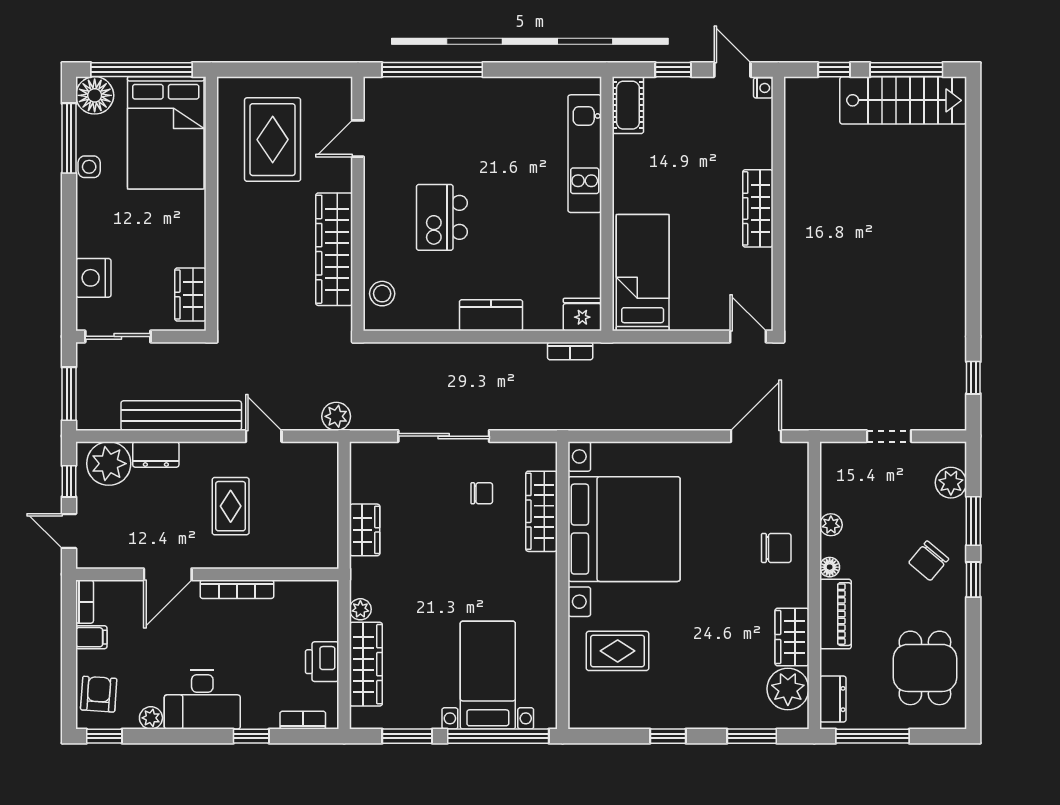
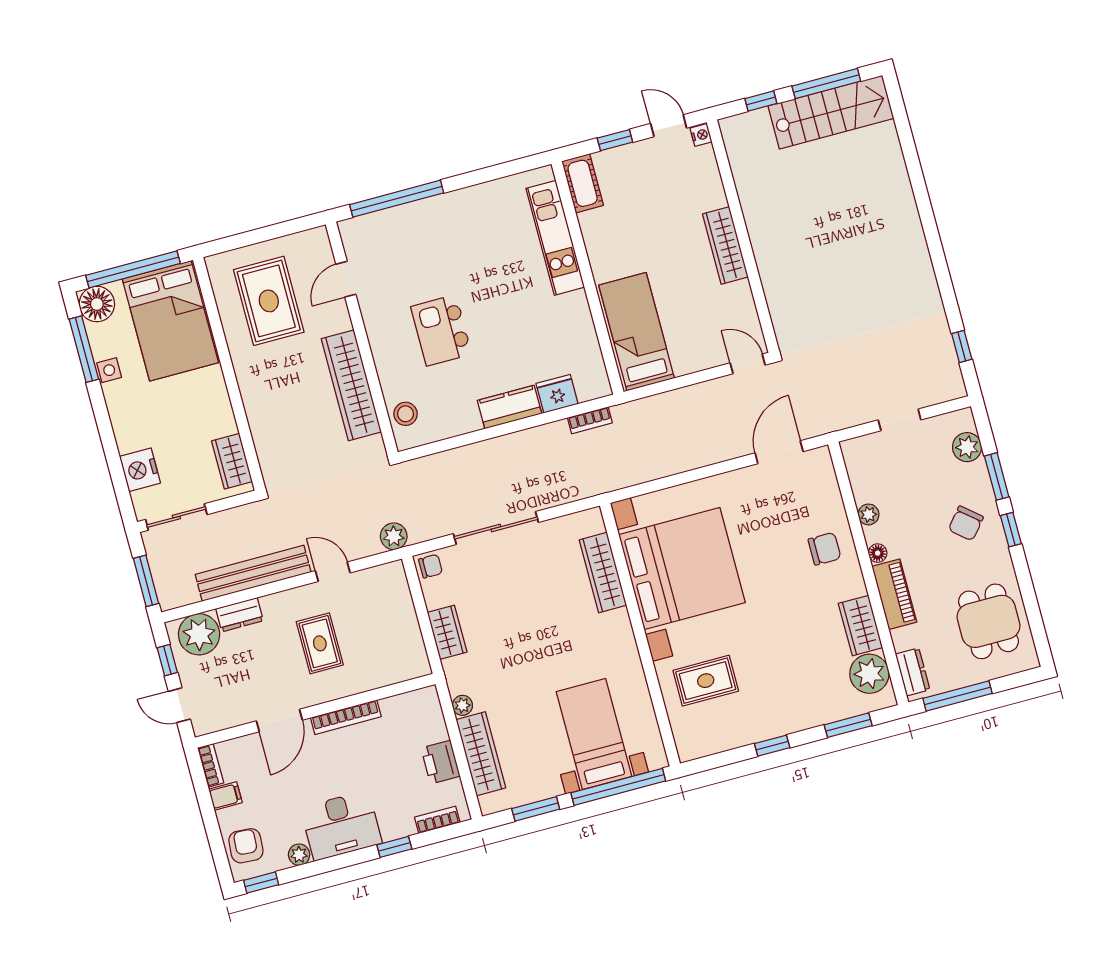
fridge: (582, 315) -> (557, 394), moved
chair: (482, 493) -> (430, 566), moved

